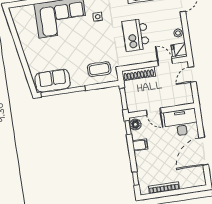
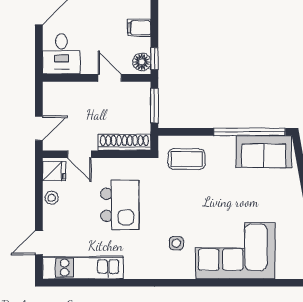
desk: (181, 123) -> (61, 54), width x0.73

